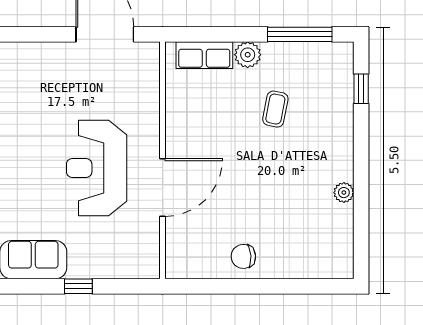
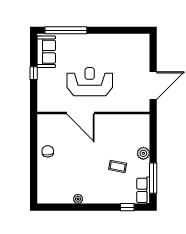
row of seats: (204, 55) -> (143, 190), moved

